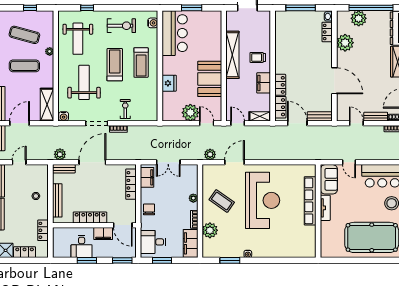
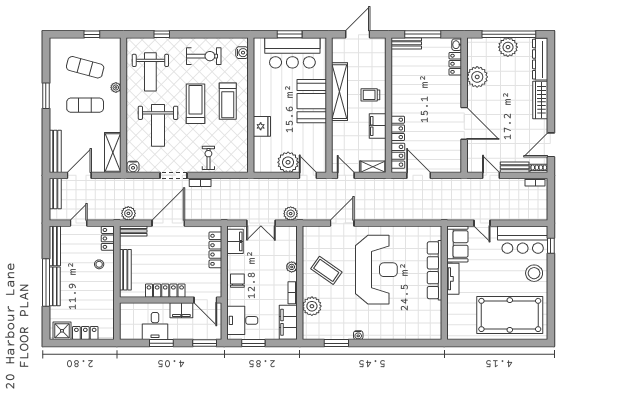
plant: (359, 18) -> (508, 47), moved
bar counter: (175, 33) -> (292, 53), moved, turned 90
booth: (210, 79) -> (312, 101), moved
weight bench: (84, 82) -> (158, 125), turned 180
bench: (320, 116) -> (406, 43), moved
plant: (210, 154) -> (291, 214), moved
locker: (43, 230) -> (108, 238), moved

